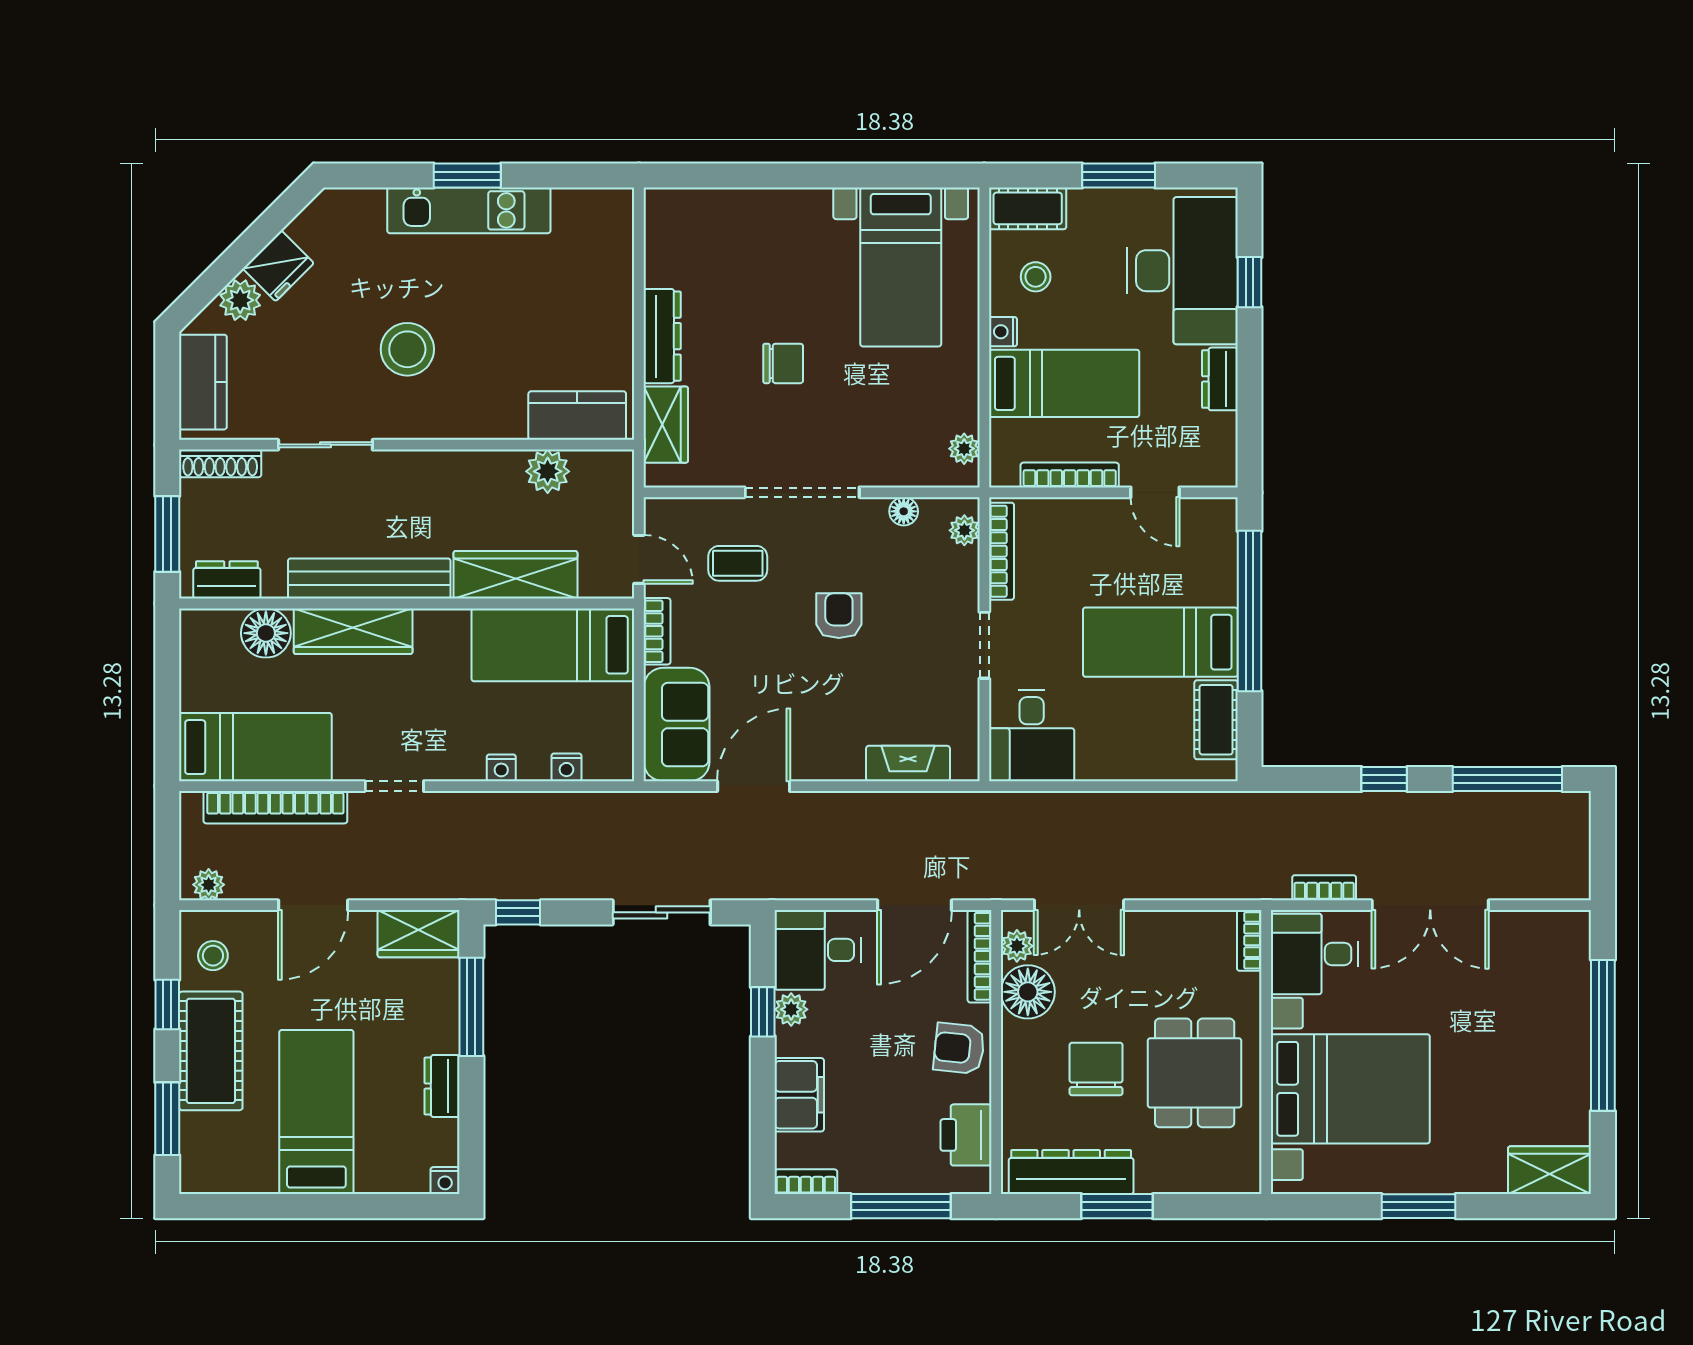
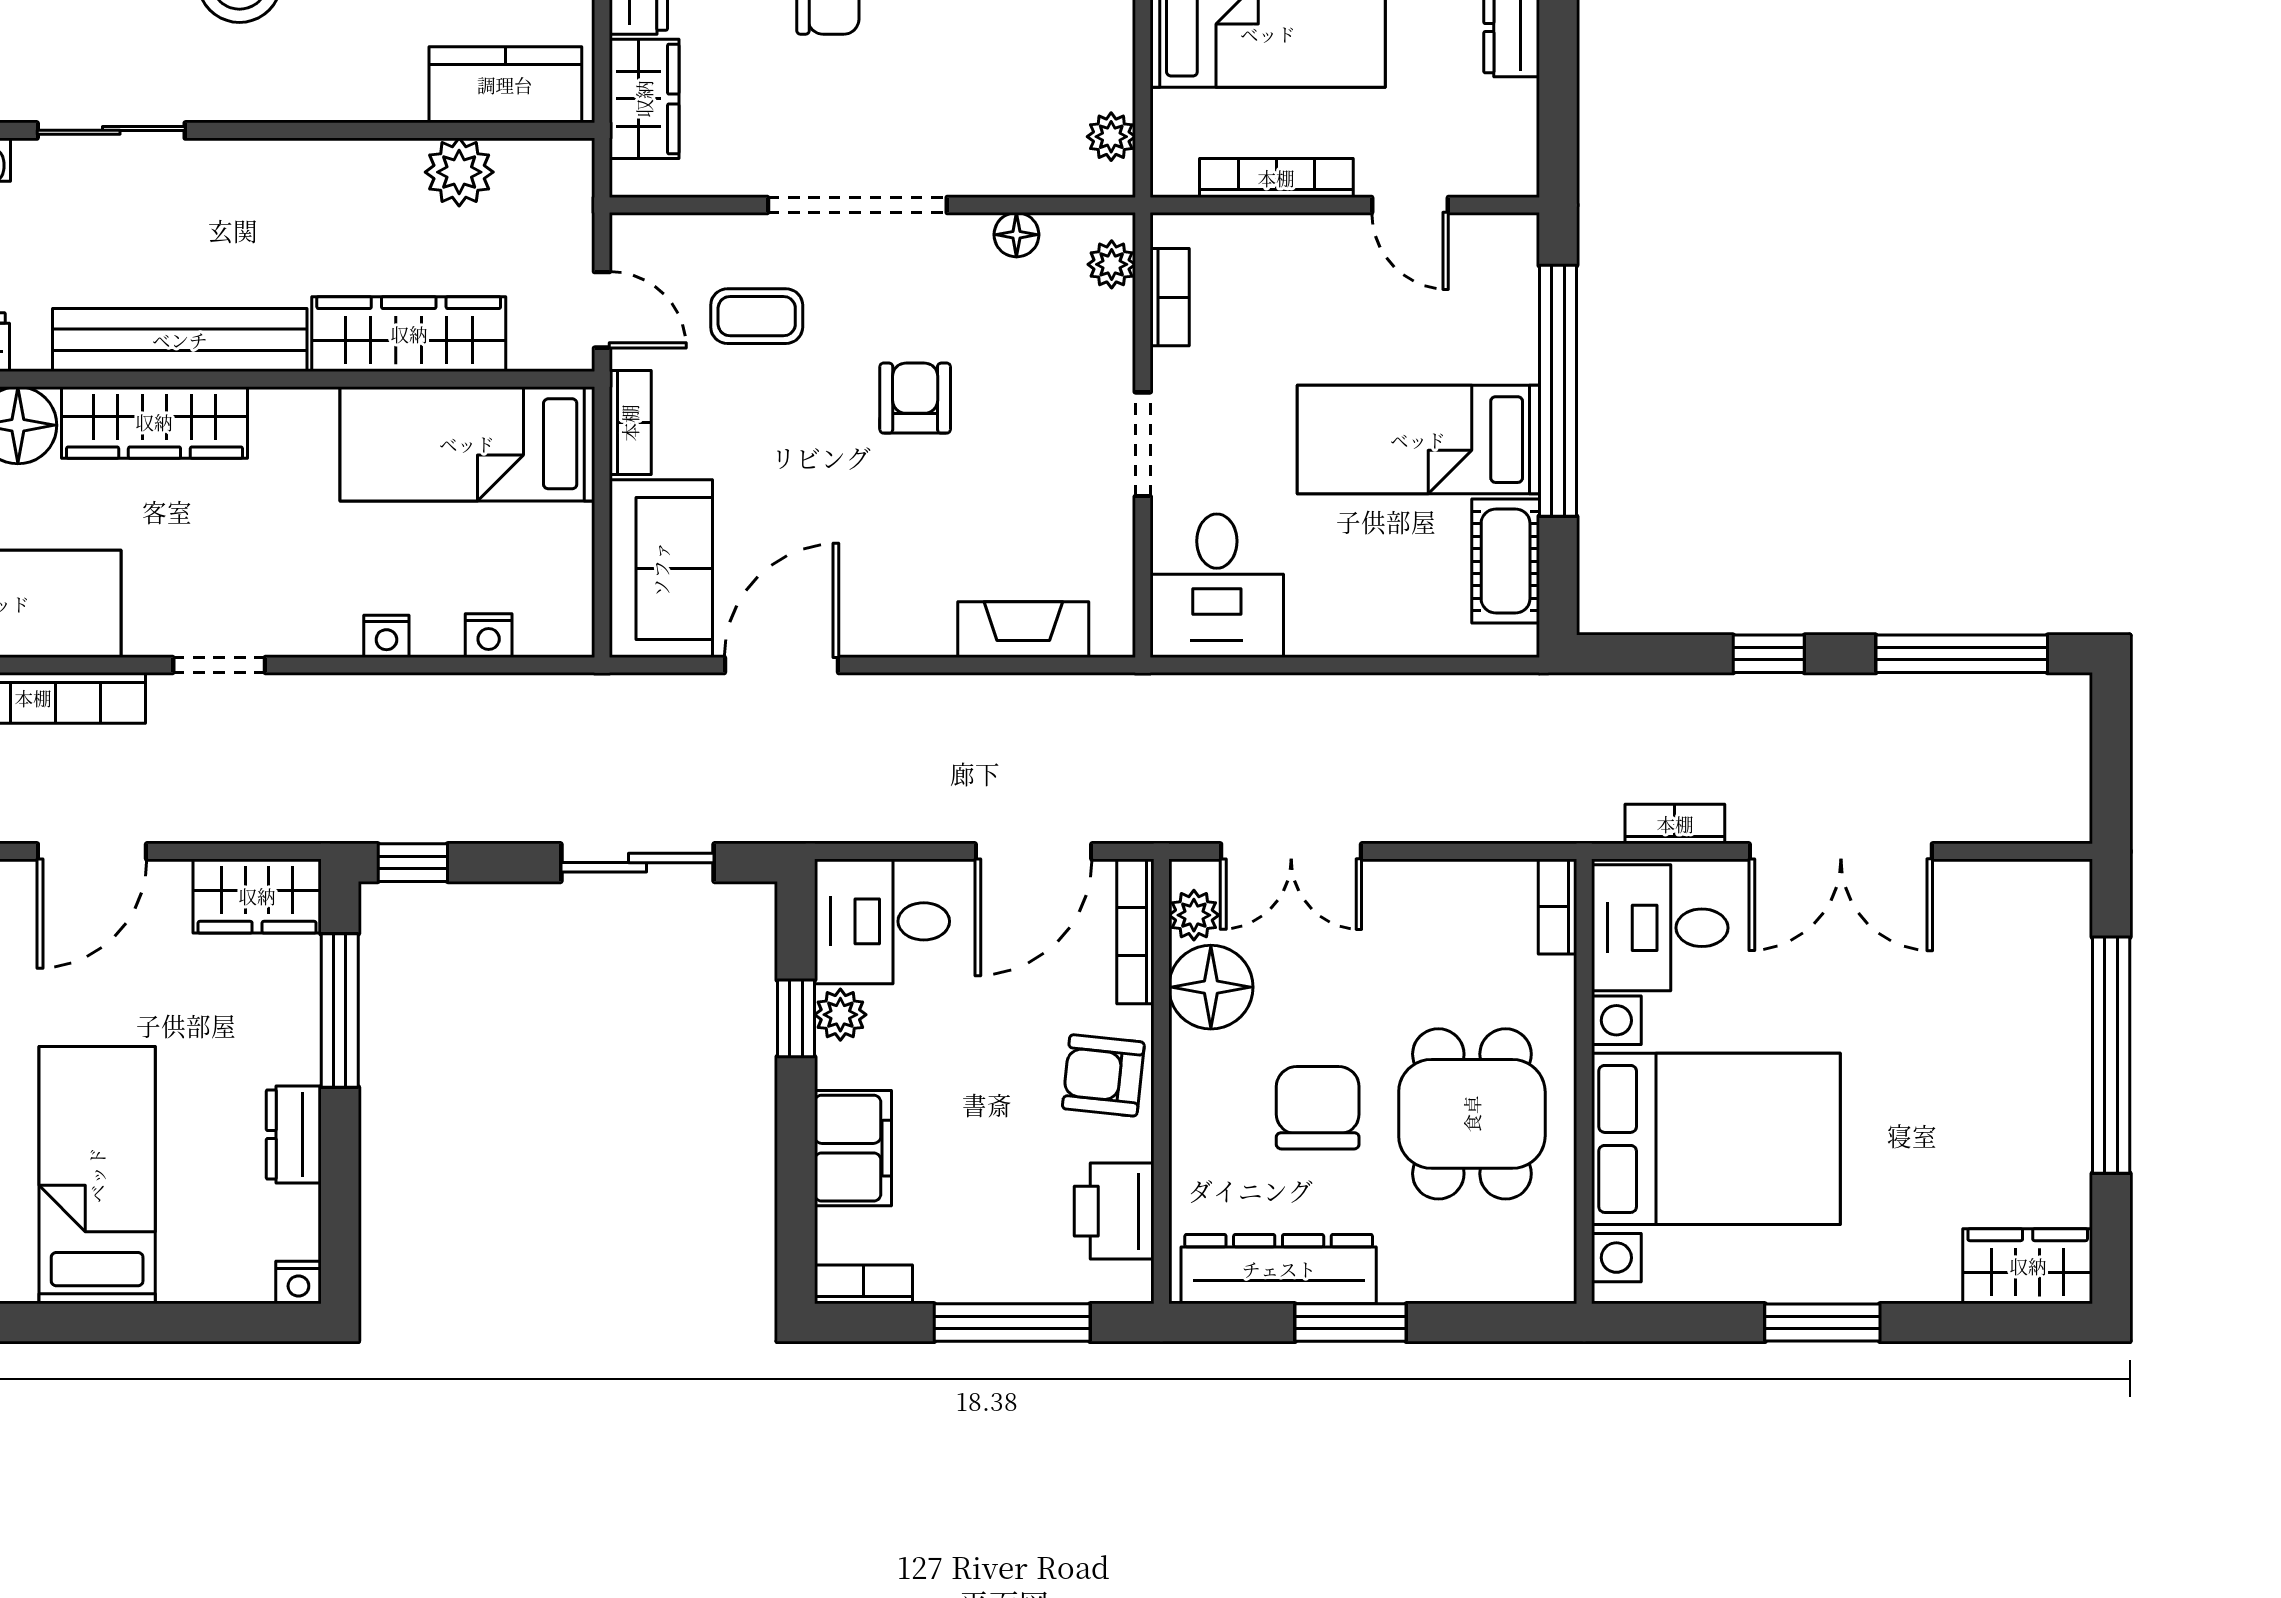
bookcase: (1002, 551) -> (1170, 297), width x0.64

